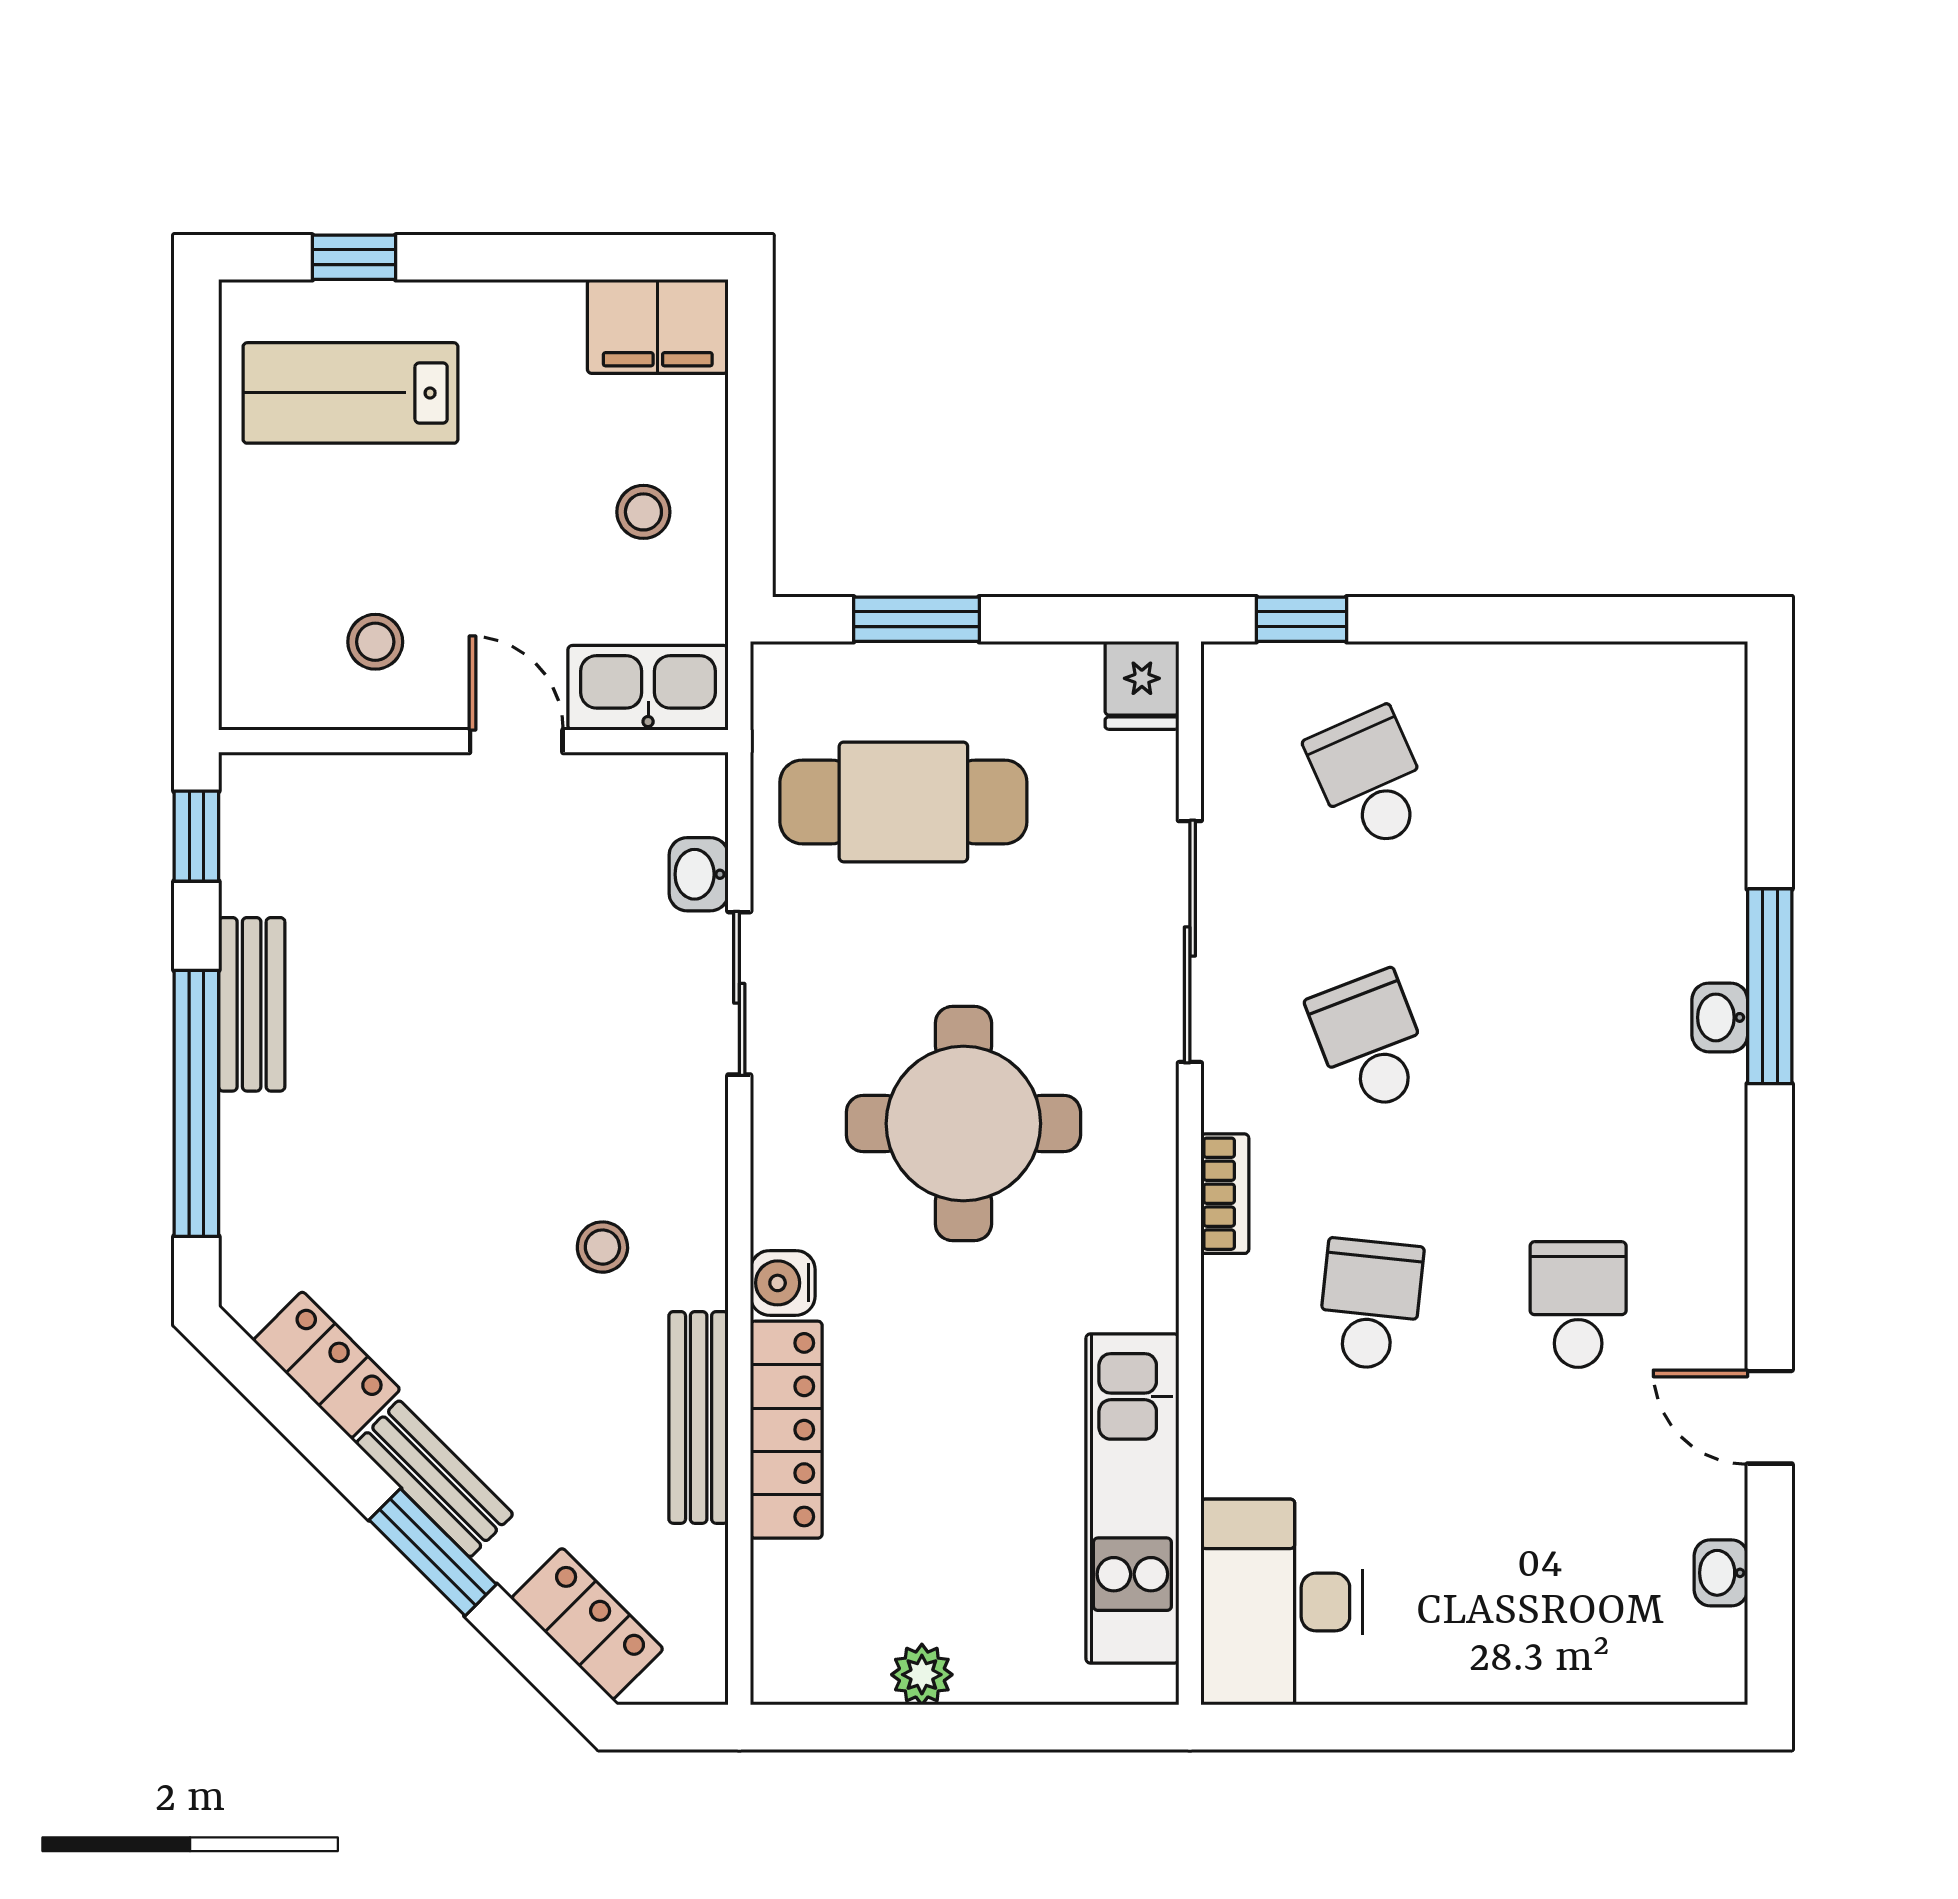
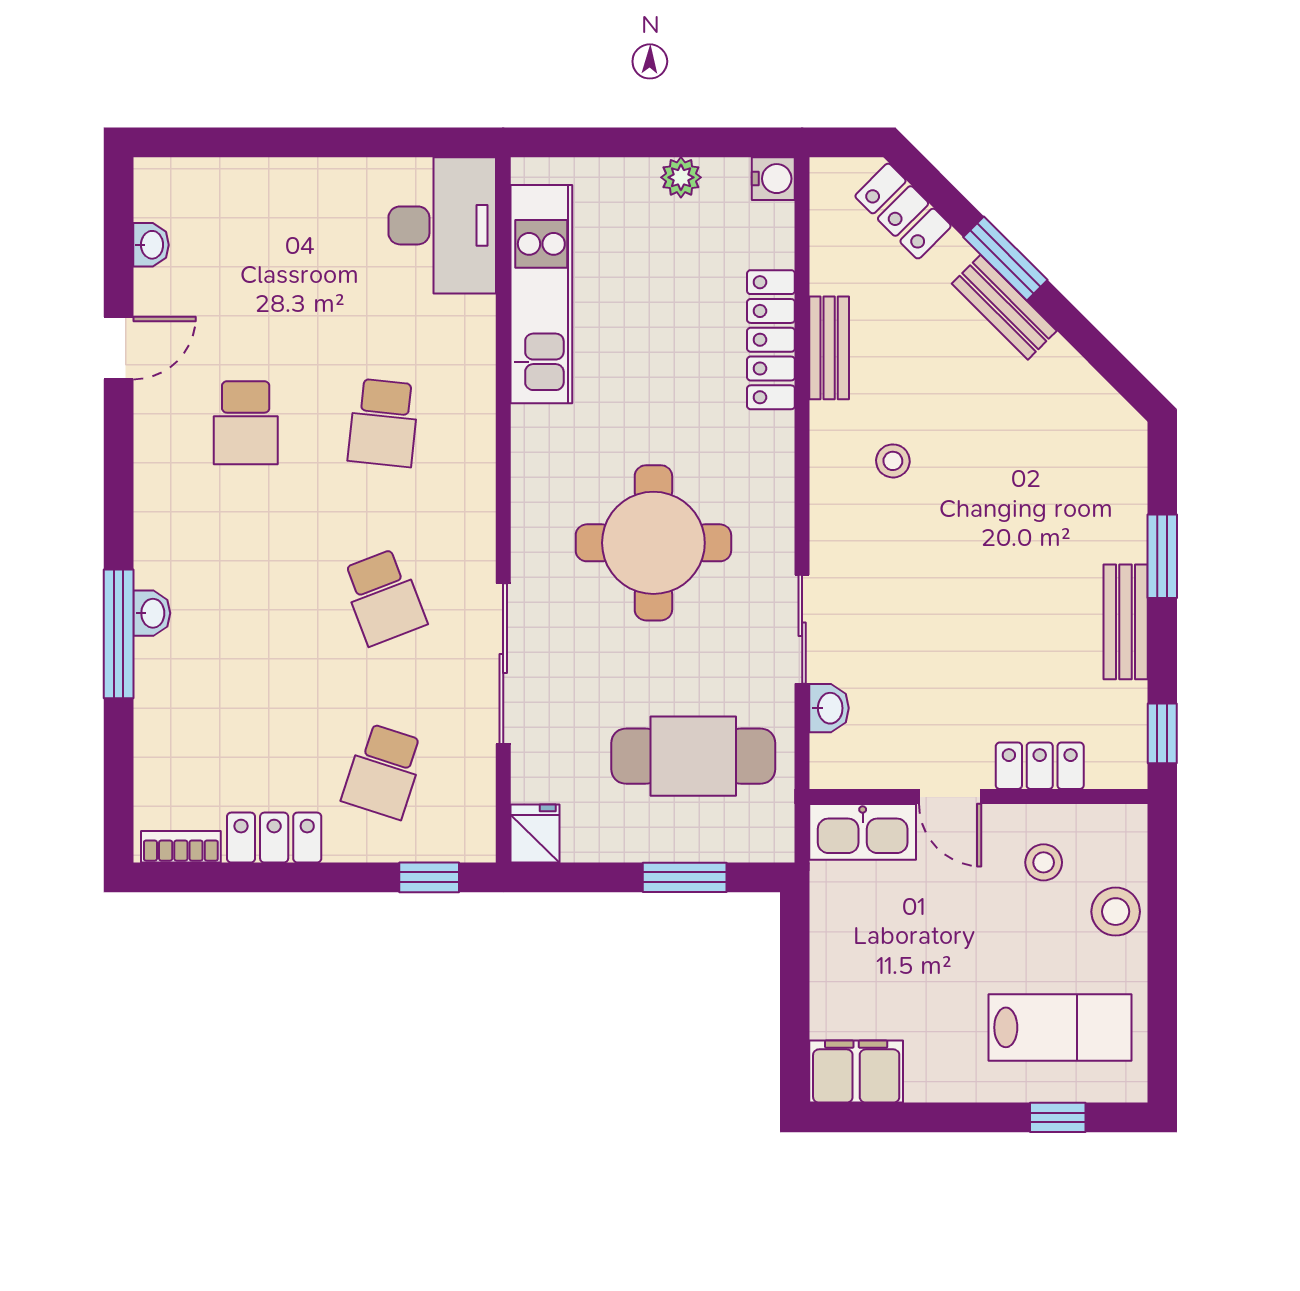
stool: (643, 512) -> (1116, 912), moved, width x1.37, depth x1.37
locker: (1535, 679) -> (274, 838), added
school desk: (1370, 779) -> (384, 771), turned 42
window: (196, 1103) -> (1162, 556), width x0.47
bookcase: (1225, 1194) -> (181, 847), moved, turned 90
water cooler: (783, 1283) -> (773, 179), moved
locker: (327, 1365) -> (1040, 766), moved, turned 135
bench: (699, 1417) -> (829, 348), width x0.73
door: (1770, 1417) -> (119, 348), hinge flipped

